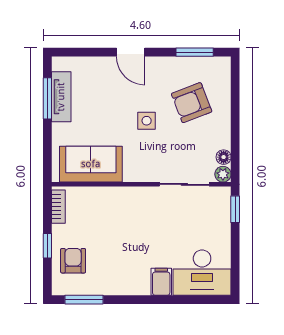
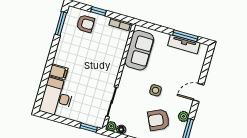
plant: (175, 65) -> (183, 116), added
armchair: (192, 103) -> (159, 120), turned -94

